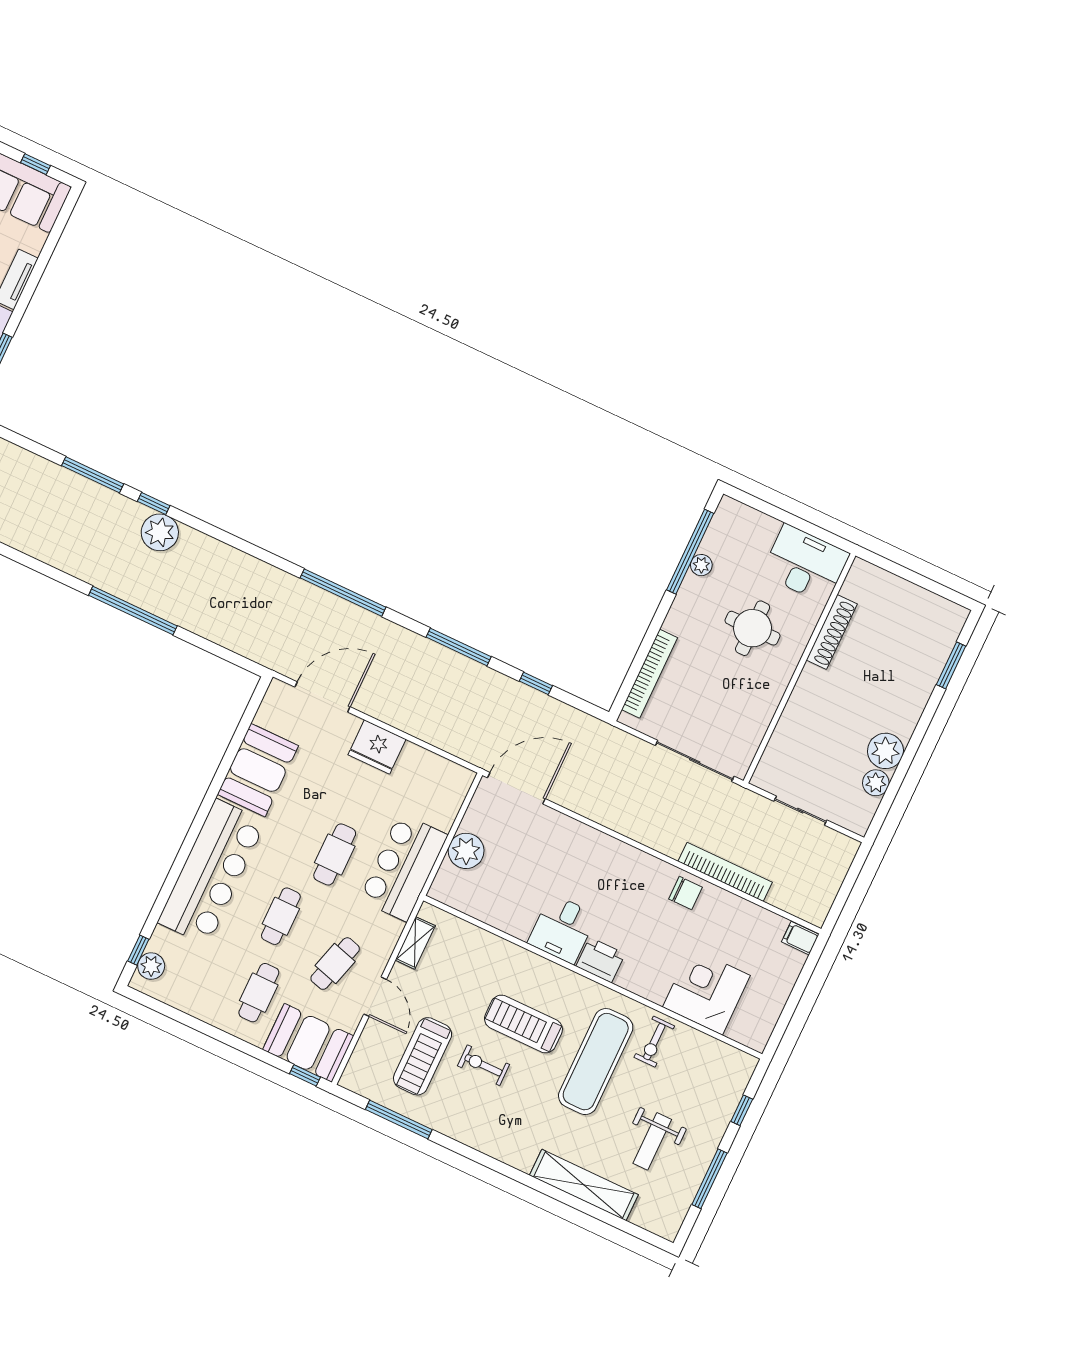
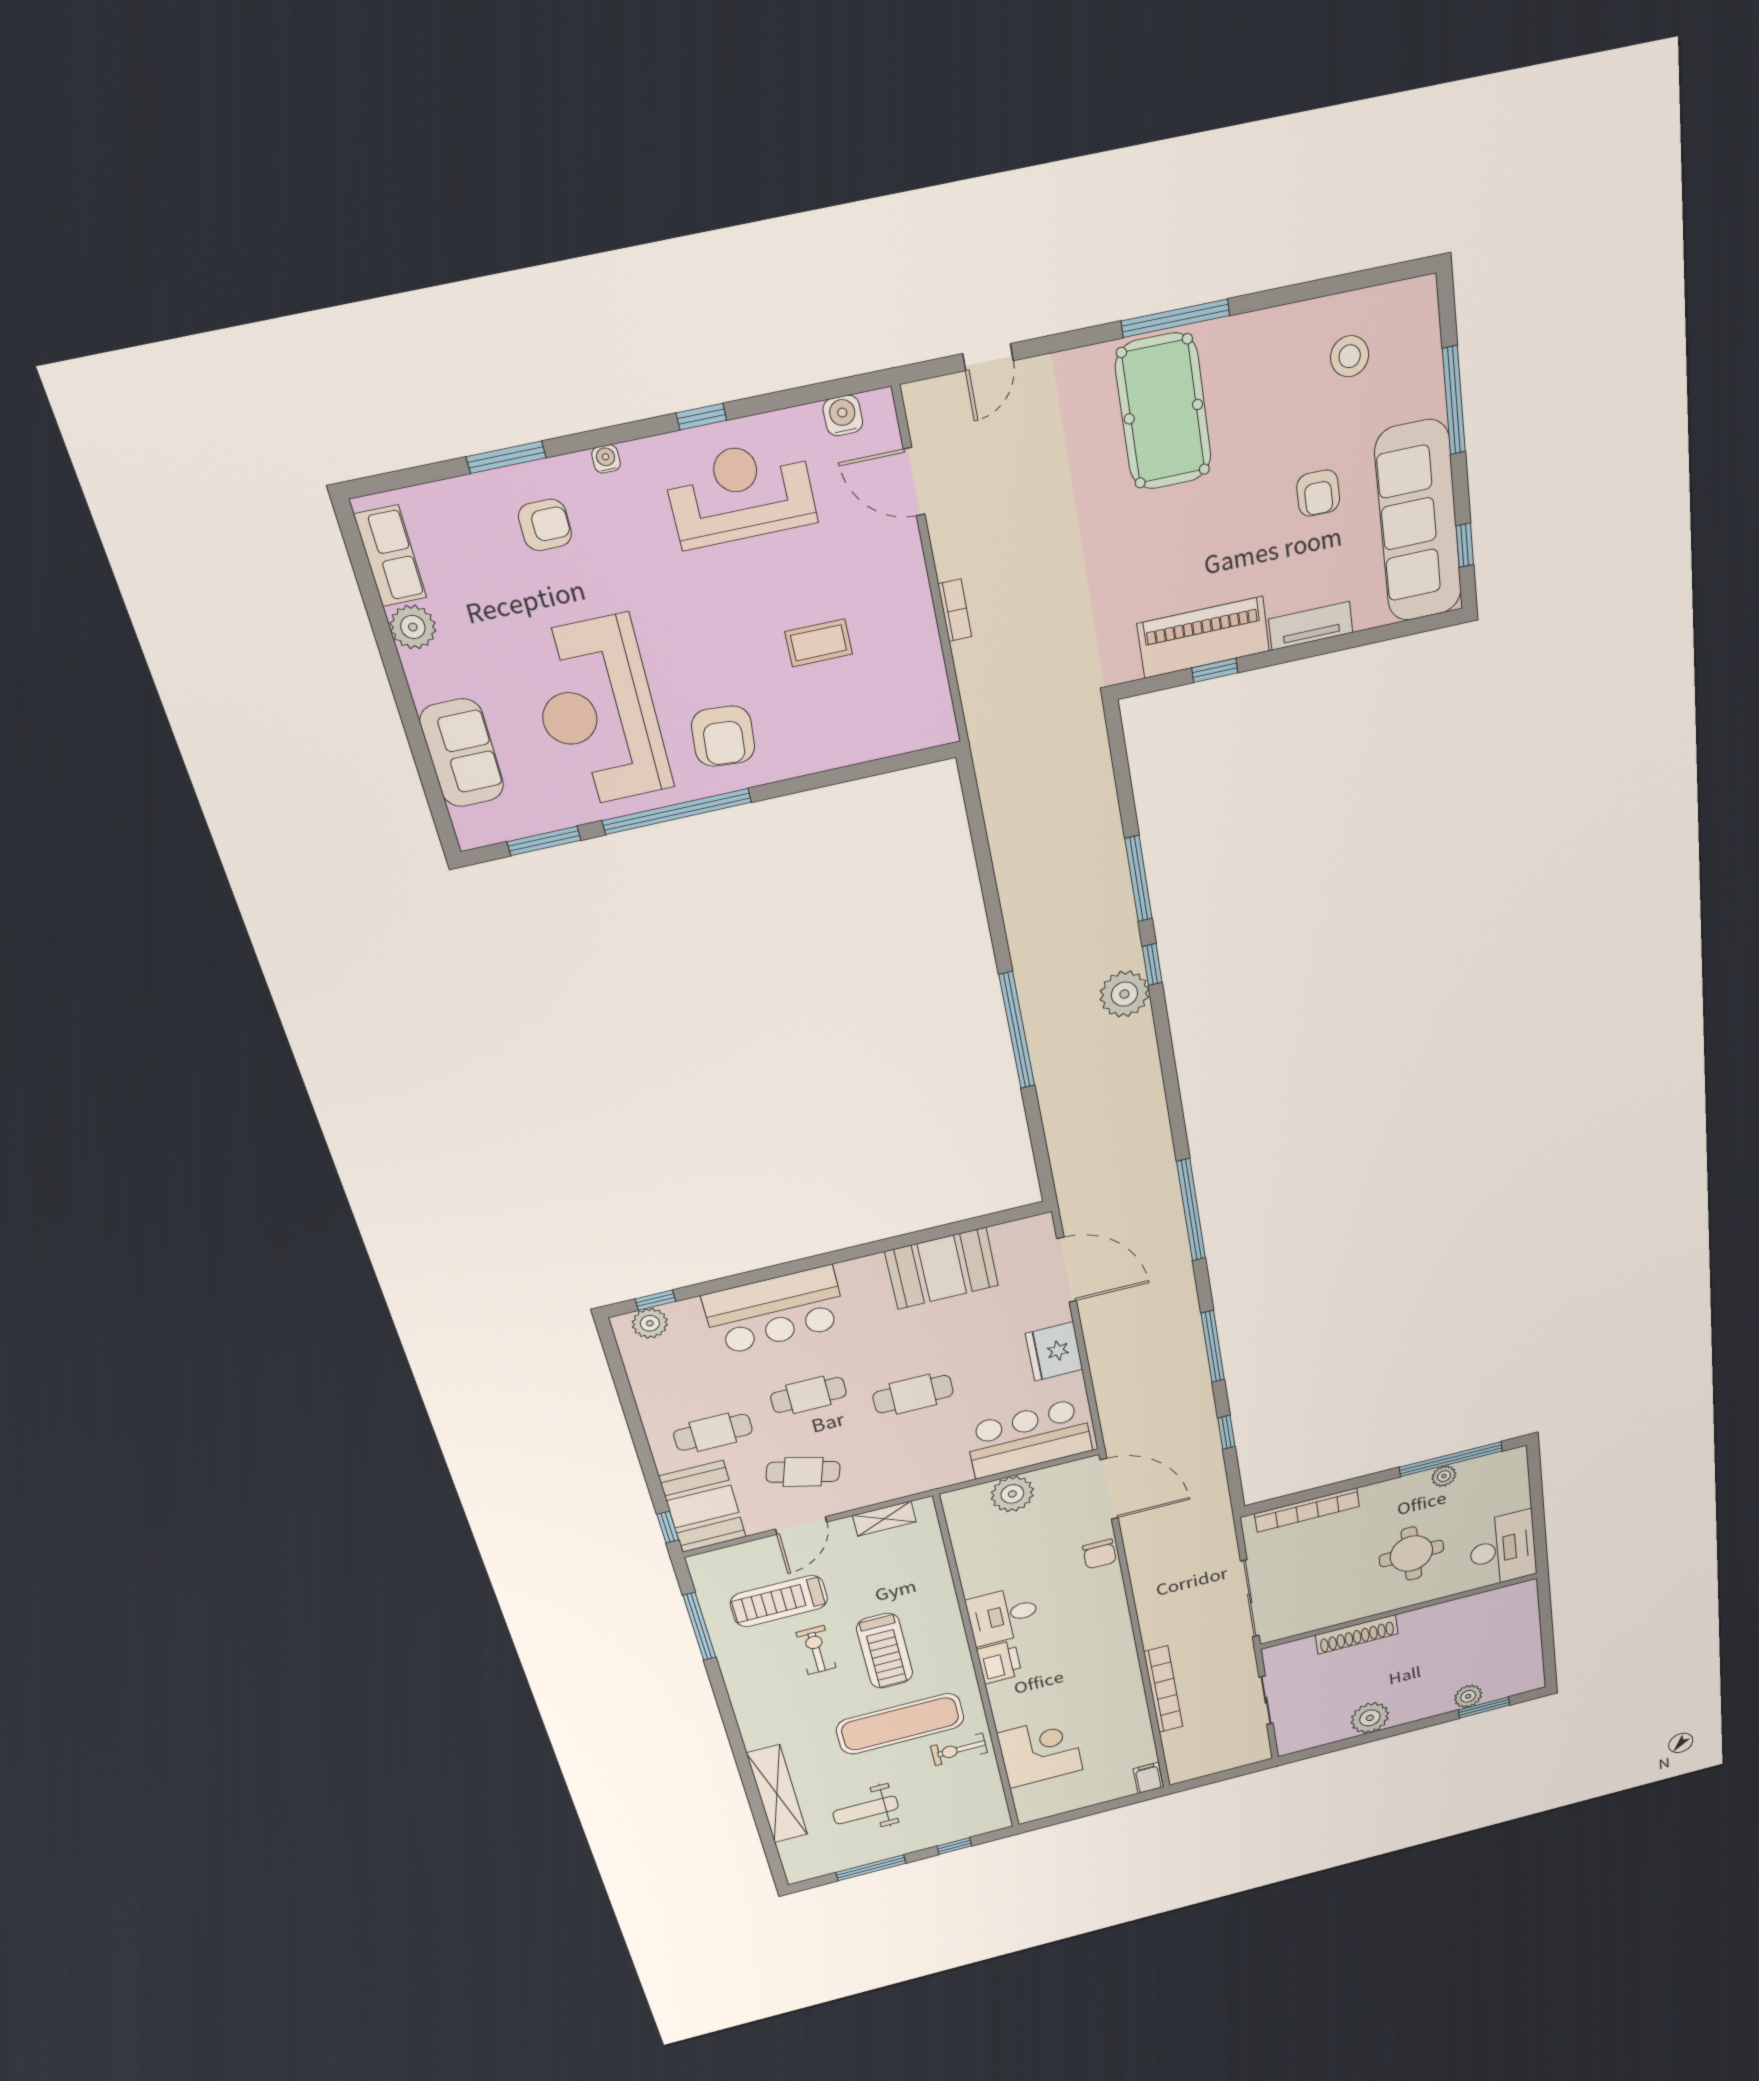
shoe rack: (832, 632) -> (1357, 1634), moved
plant: (876, 783) -> (1468, 1696), moved
bar counter: (403, 867) -> (1029, 1438), moved
bar counter: (212, 872) -> (775, 1311), width x0.73
chair: (685, 893) -> (1099, 1554), moved
treadmill: (523, 1024) -> (885, 1651), turned 180

